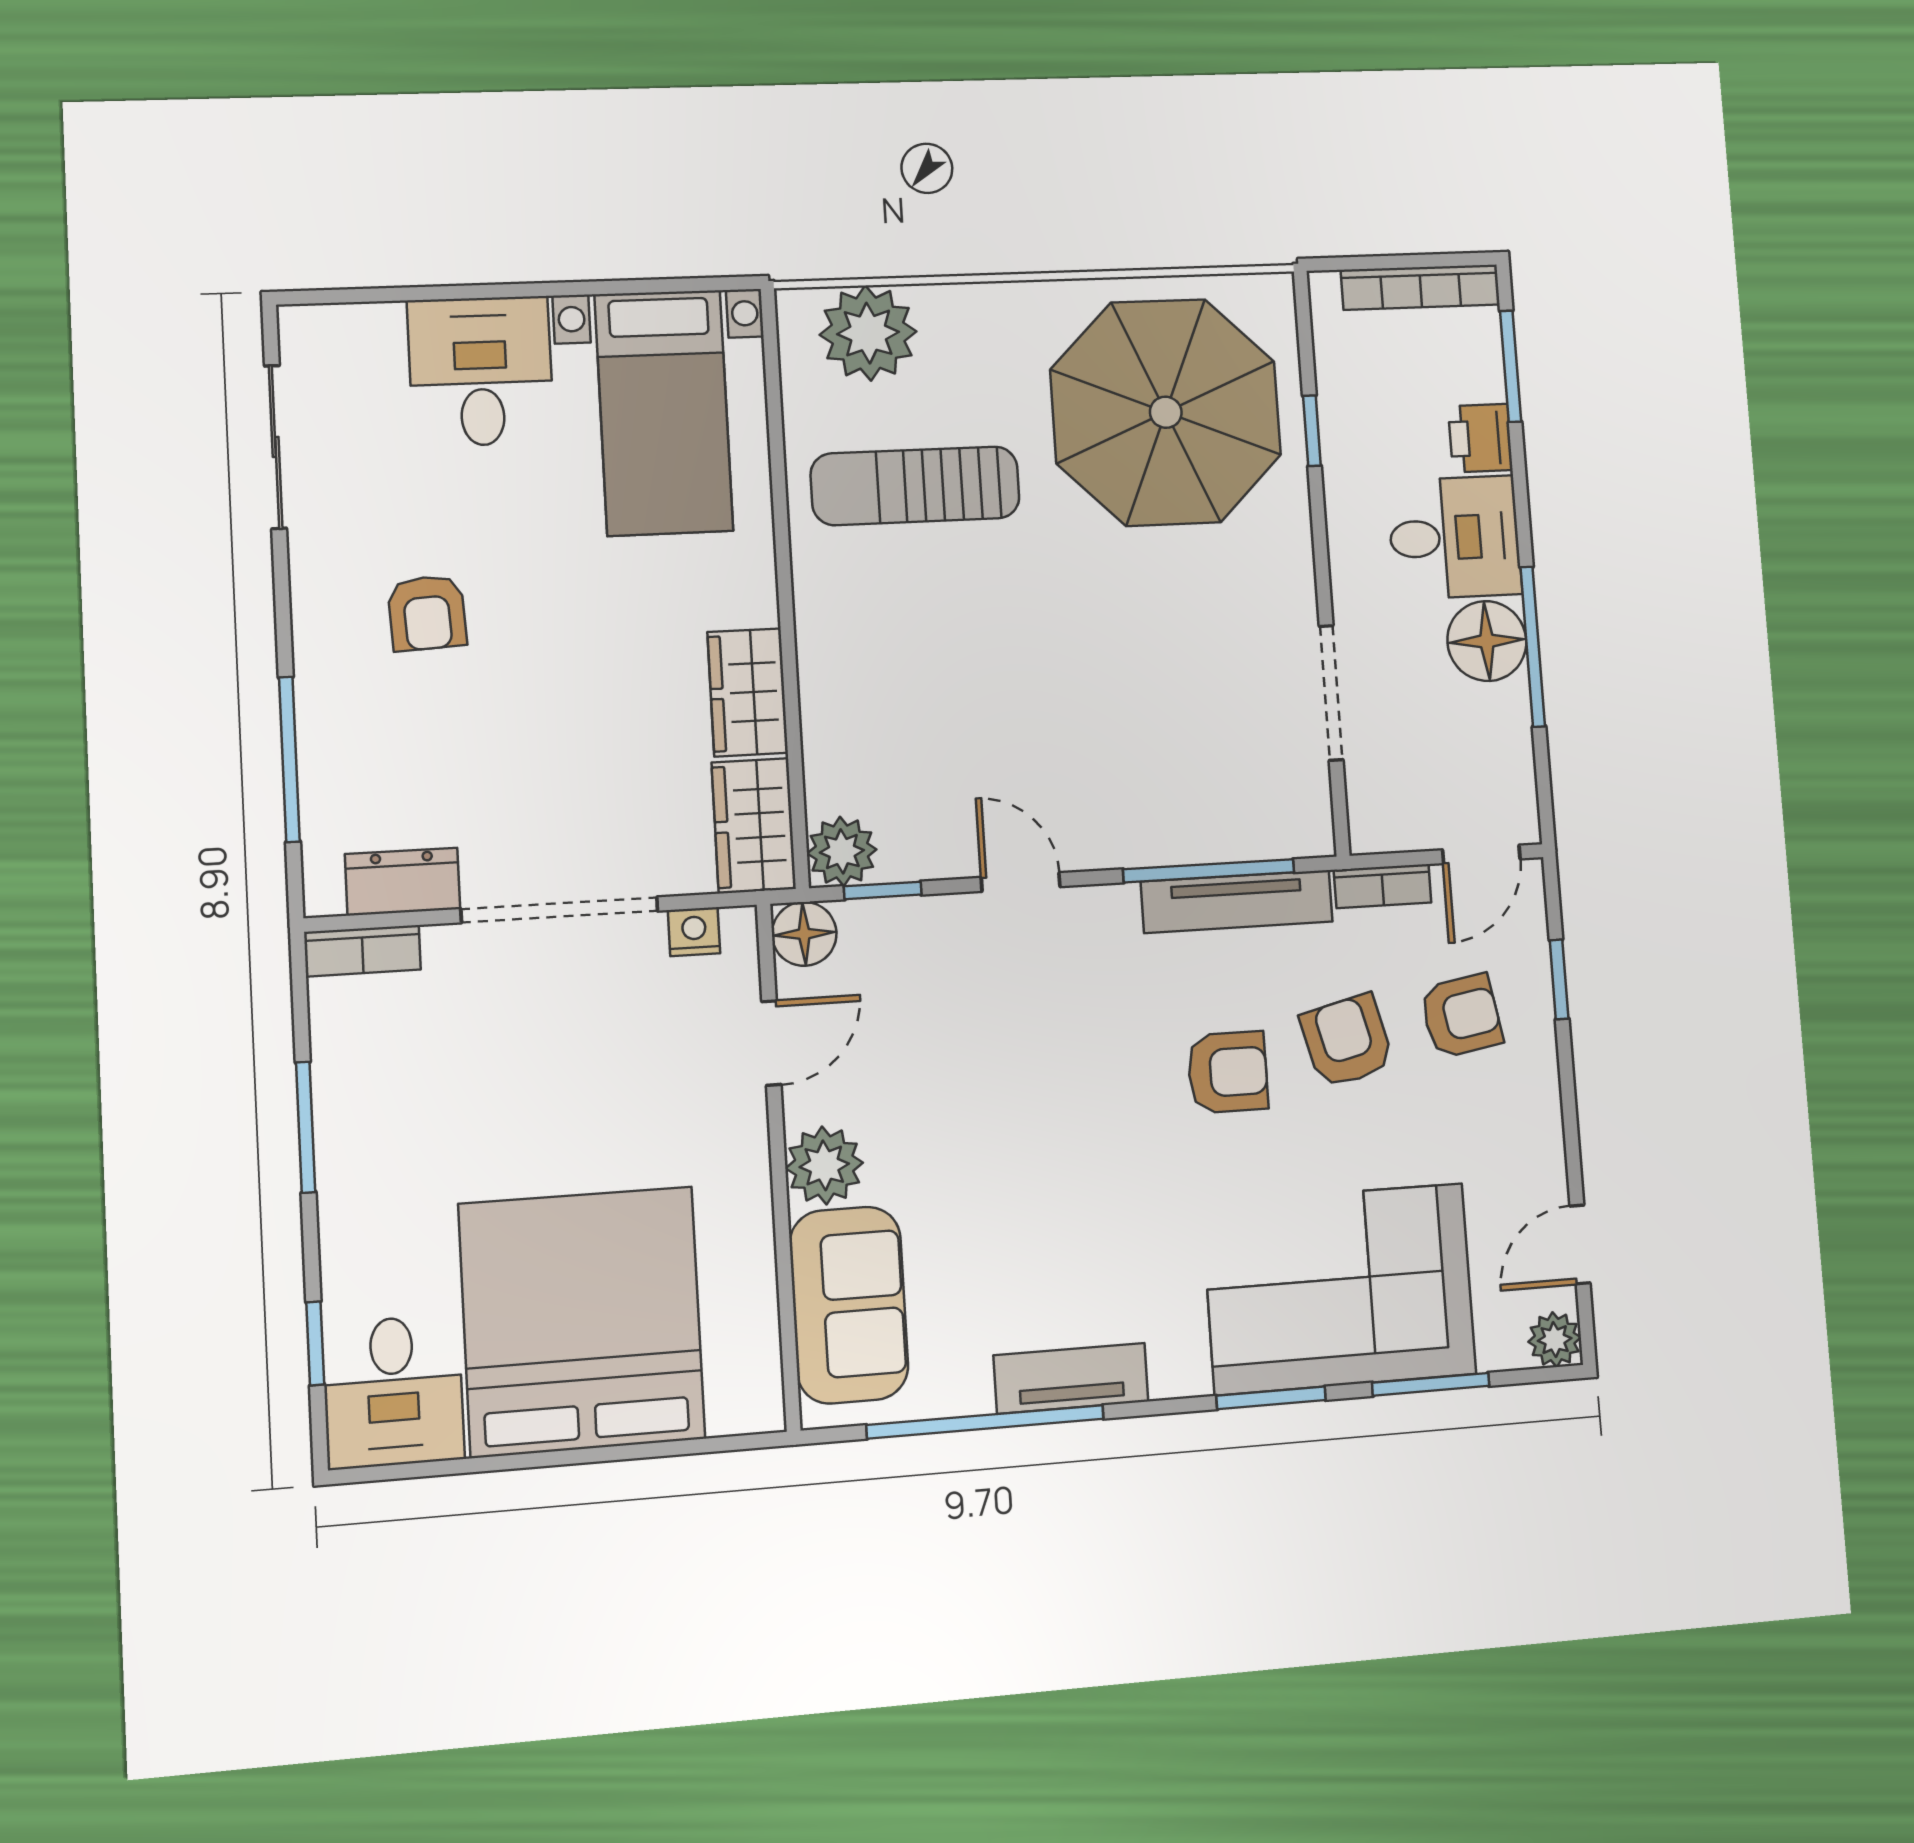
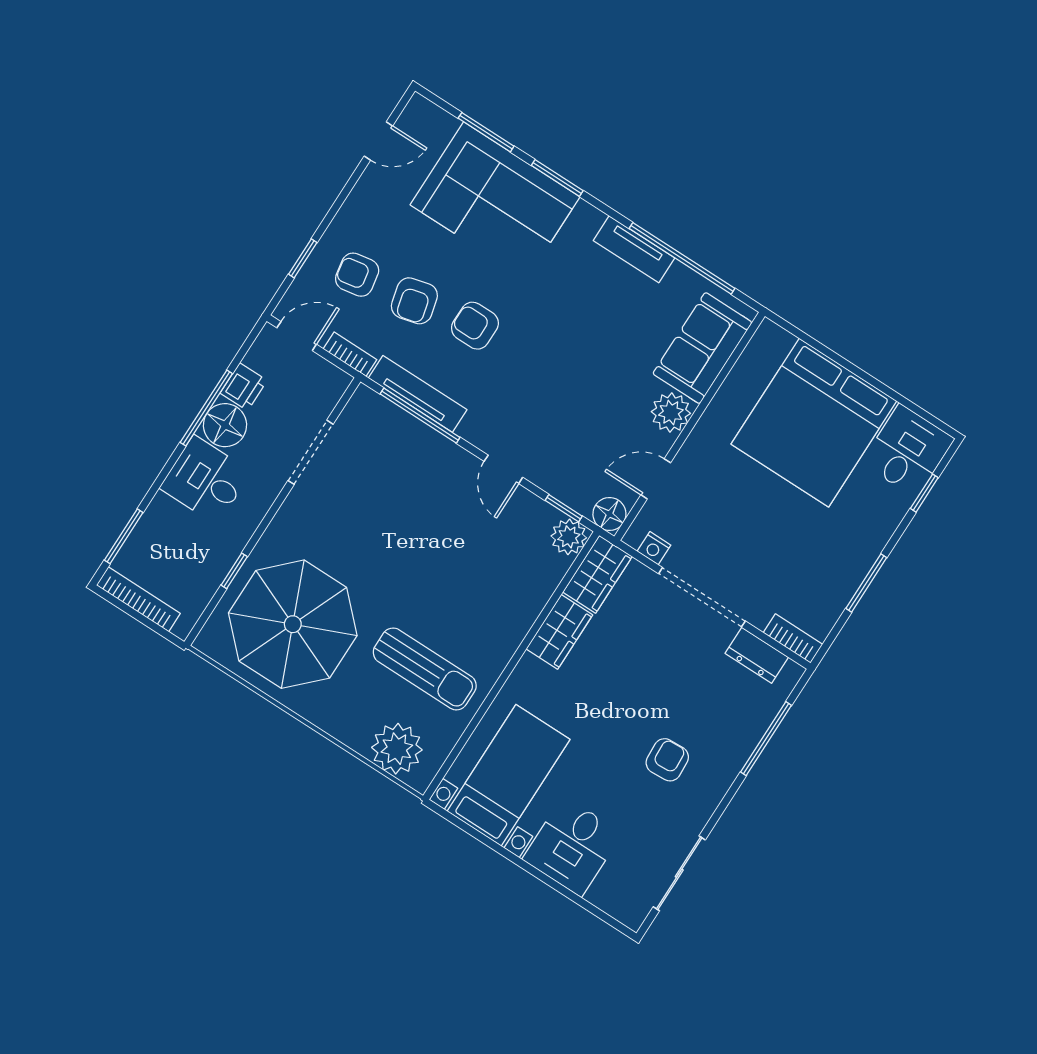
printer: (1480, 438) -> (244, 387), moved
plant: (1555, 1340) -> (419, 110), removed

